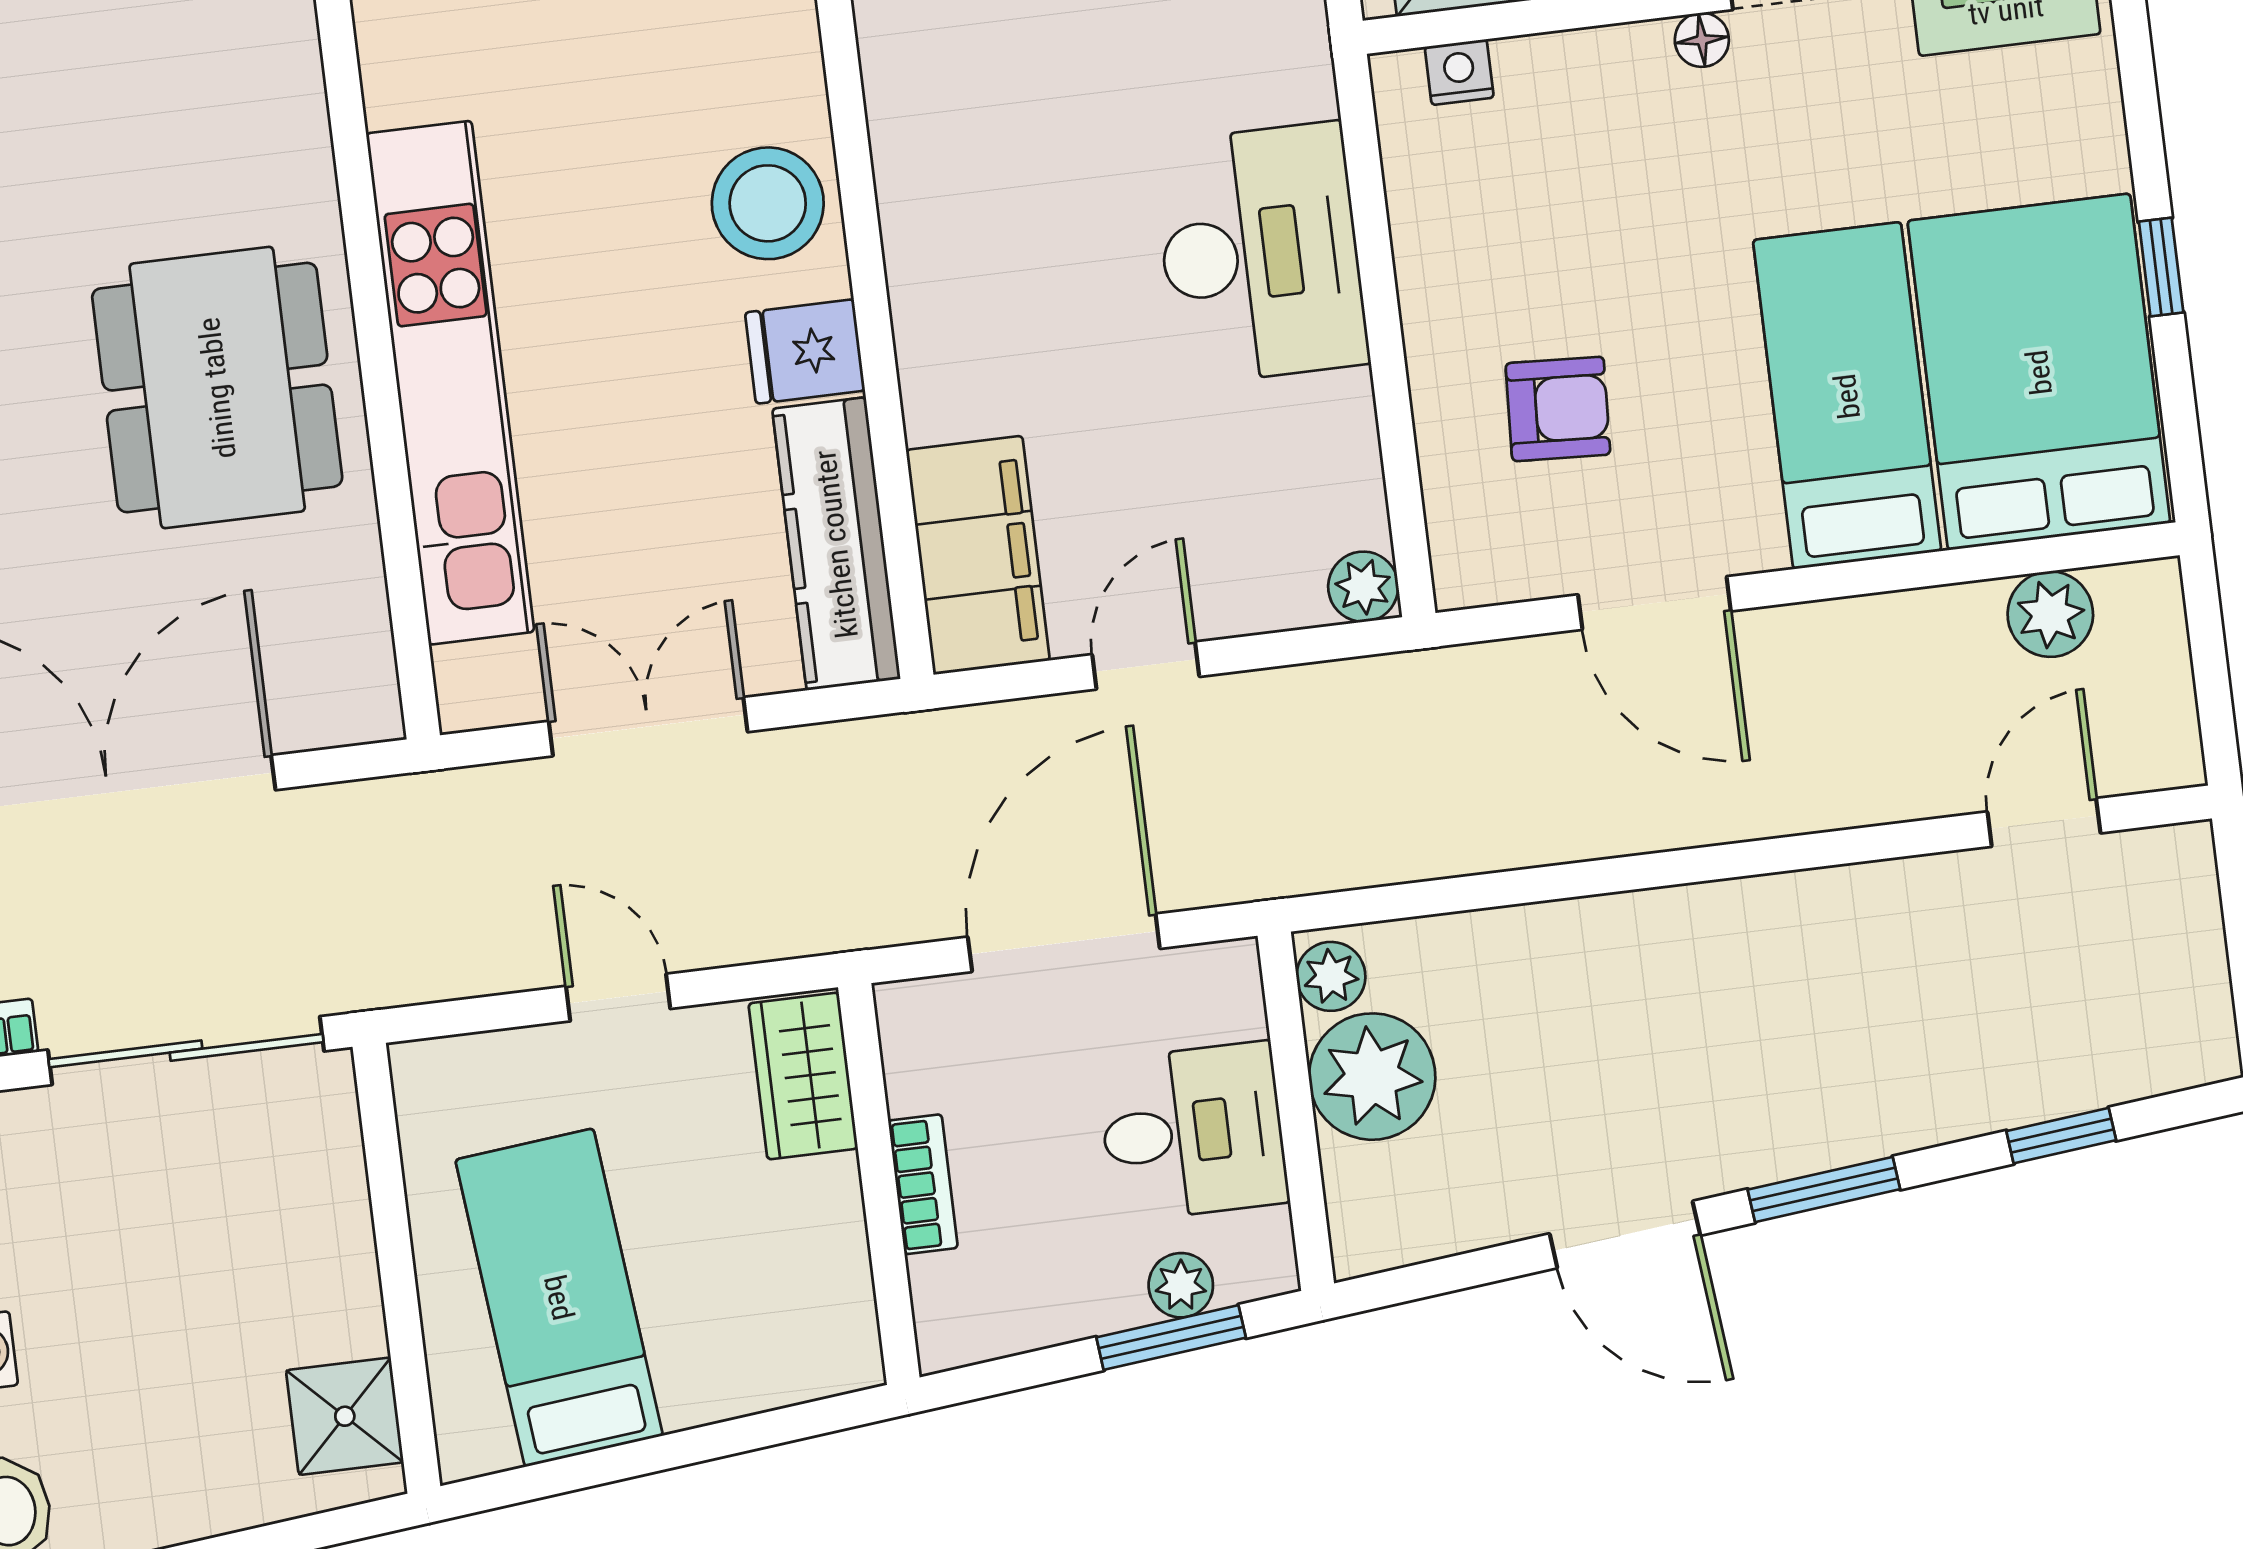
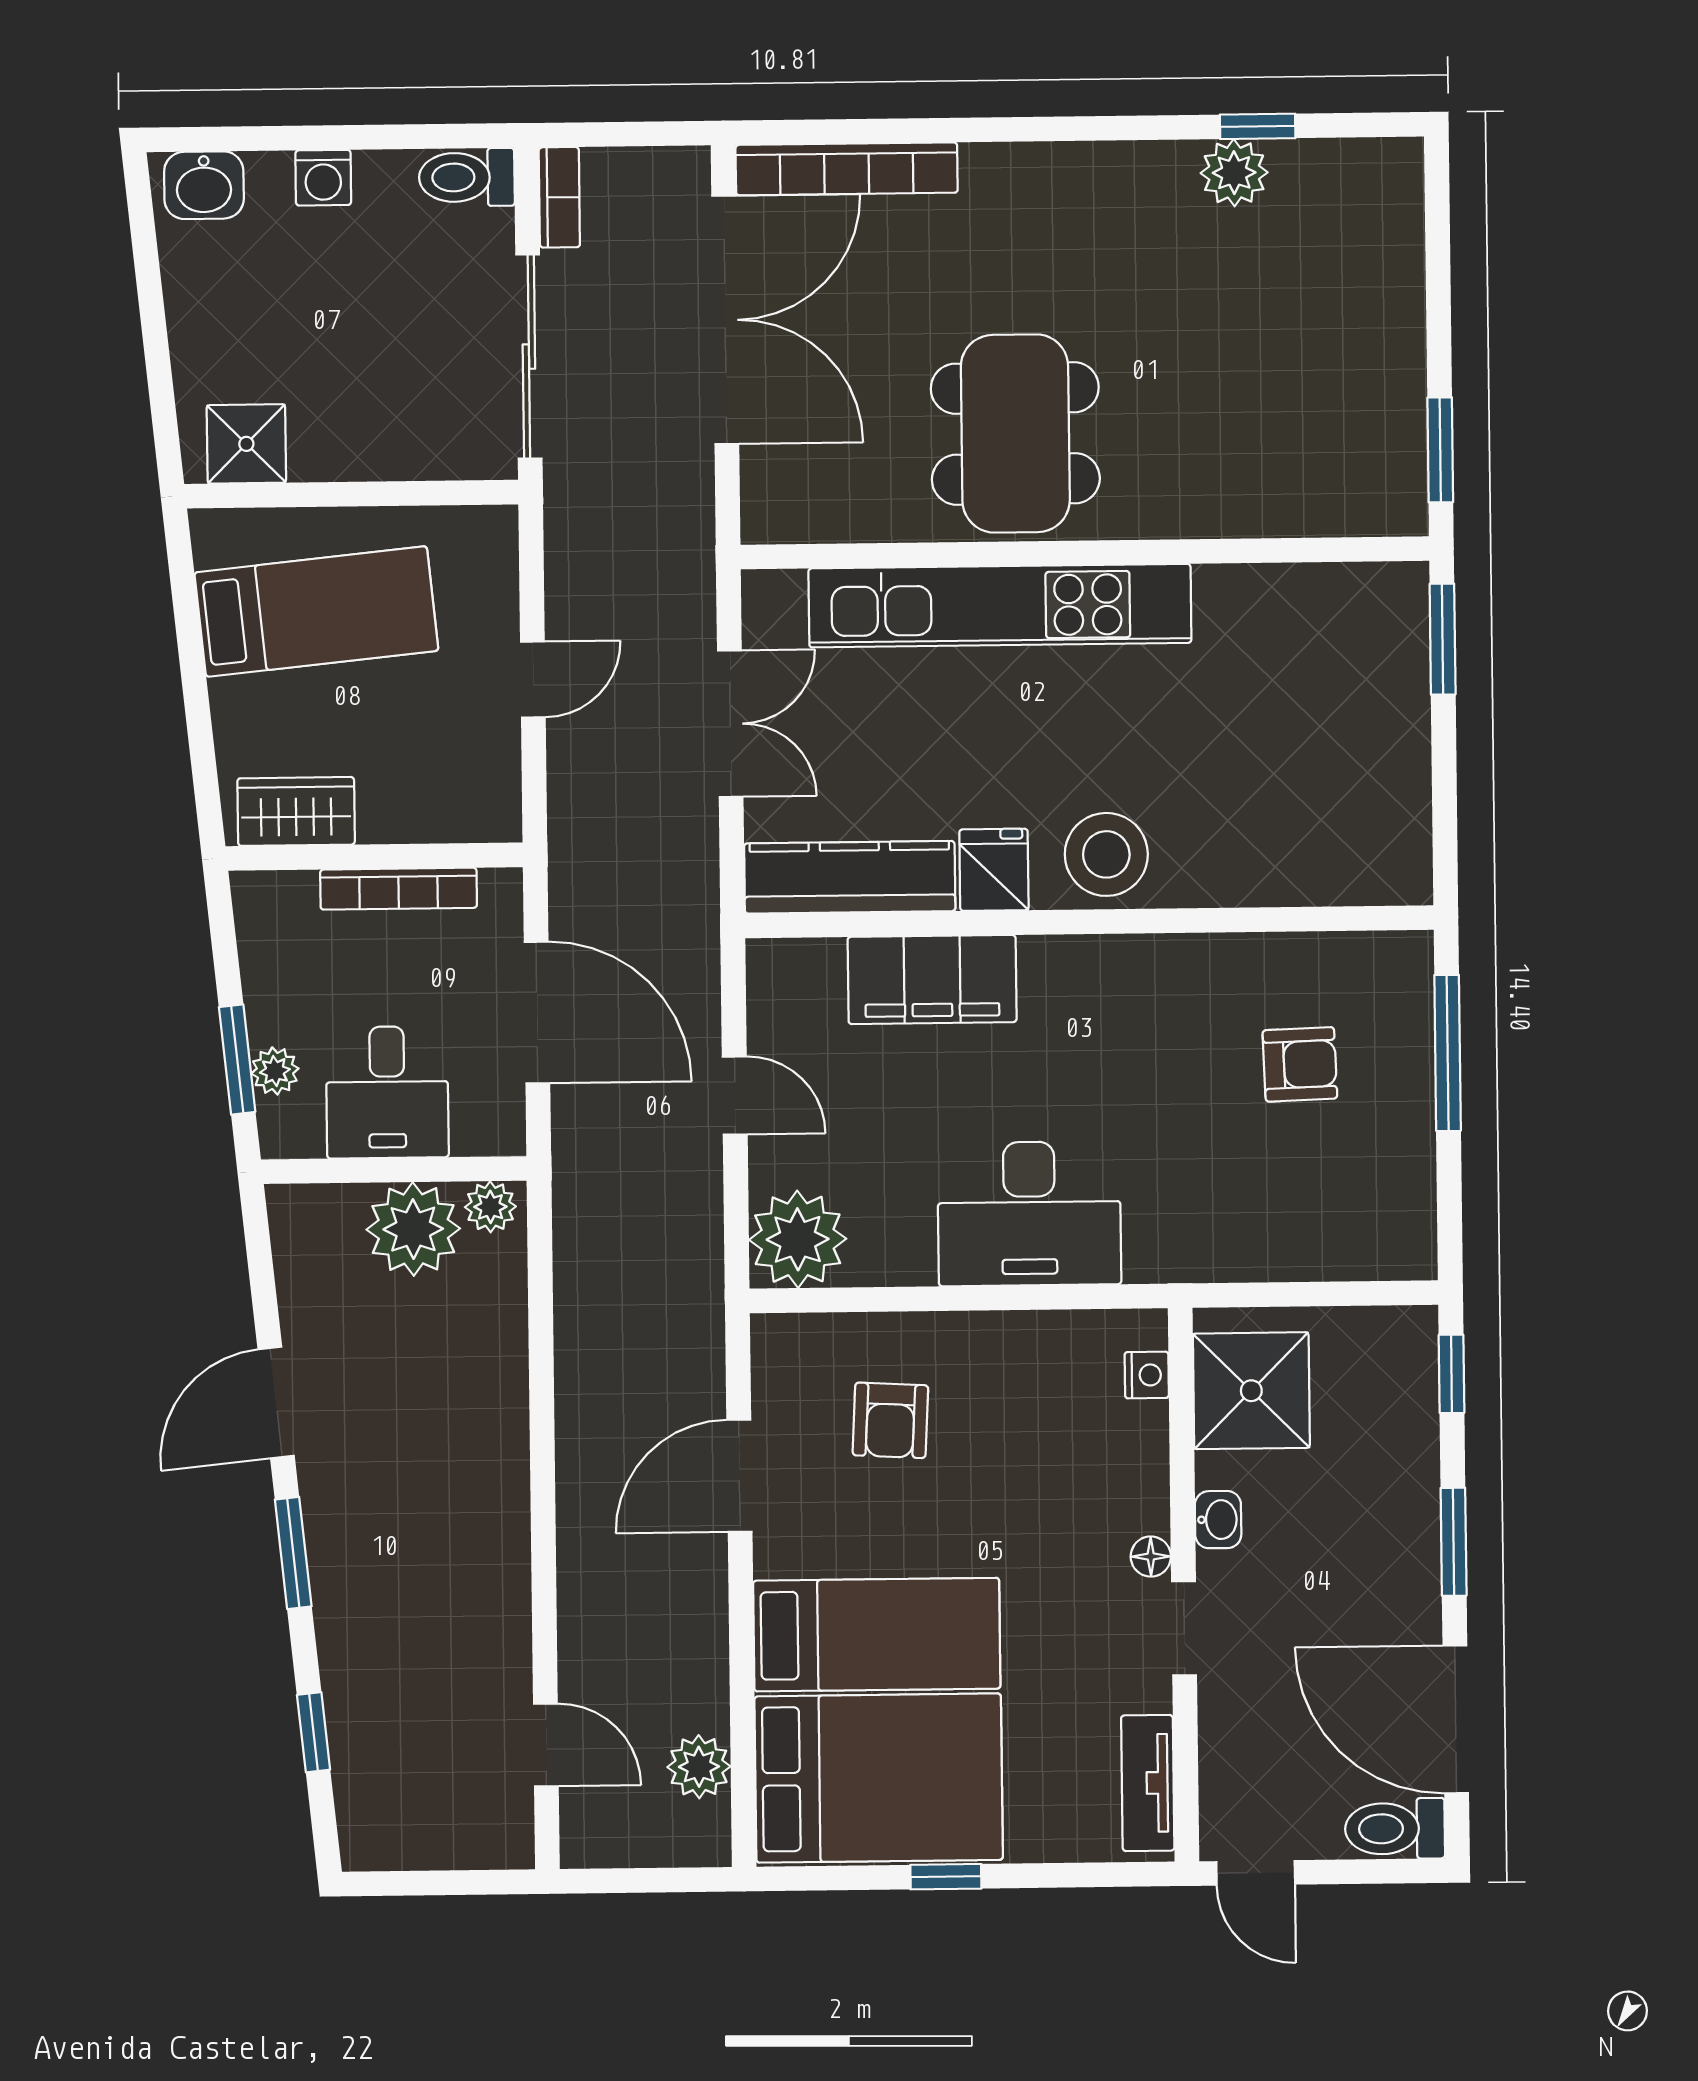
dining table: (217, 388) -> (1015, 433), turned 90
filing cabinet: (978, 555) -> (932, 980), moved
plant: (1363, 587) -> (798, 1239), width x1.88, depth x1.88
wardrobe: (803, 1076) -> (296, 811), moved
bookcase: (923, 1184) -> (399, 889), width x1.56

